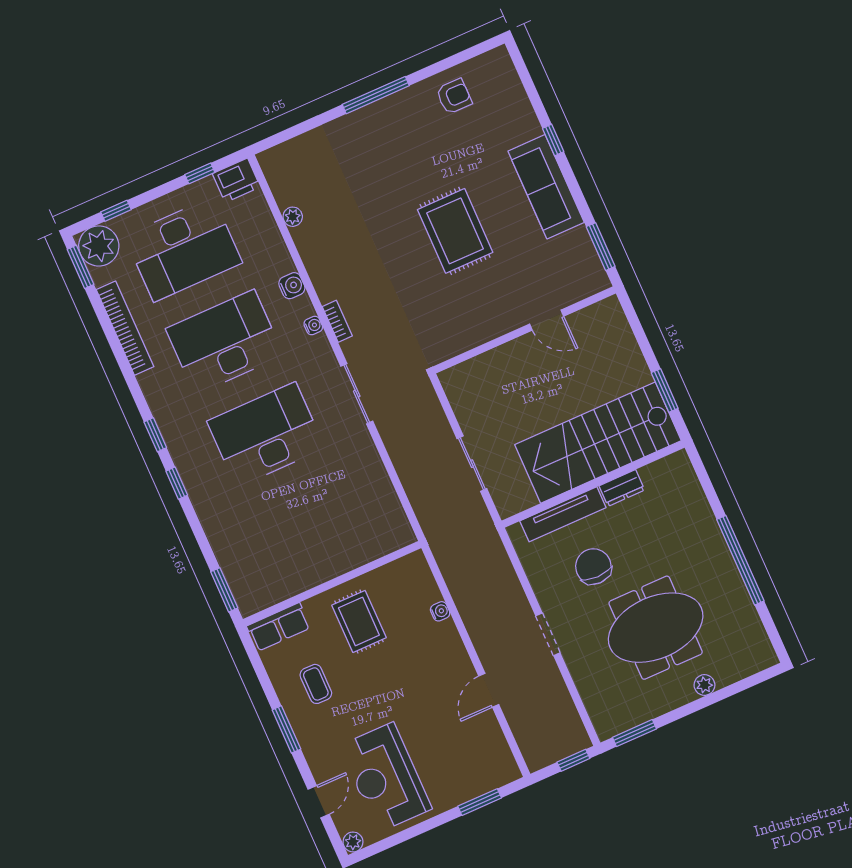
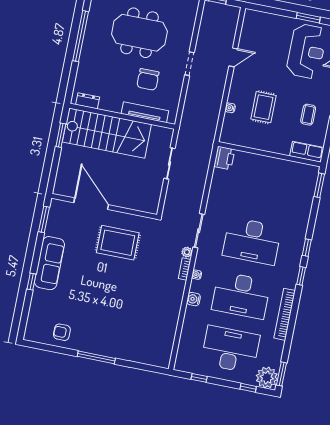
printer: (236, 180) -> (224, 158), moved, turned 90
plant: (293, 217) -> (187, 252), moved
rug: (455, 231) -> (118, 243), moved, turned 90
door: (547, 320) -> (91, 204), width x1.87
bookcase: (125, 328) -> (285, 314), moved
dresser: (622, 488) -> (88, 101), moved
rug: (359, 621) -> (263, 107), moved
window: (480, 802) -> (308, 18), moved

